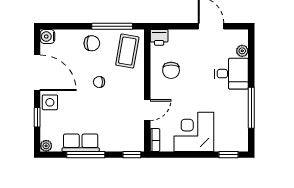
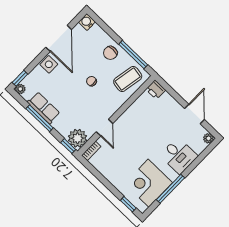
chair: (92, 43) -> (110, 53), turned 90
plant: (242, 51) -> (208, 138), moved
chair: (171, 70) -> (143, 117), removed
door: (147, 110) -> (105, 128), hinge flipped
window: (37, 117) -> (20, 78), moved
corner desk: (194, 132) -> (148, 183), moved, turned -90
plant: (133, 141) -> (77, 138), added

